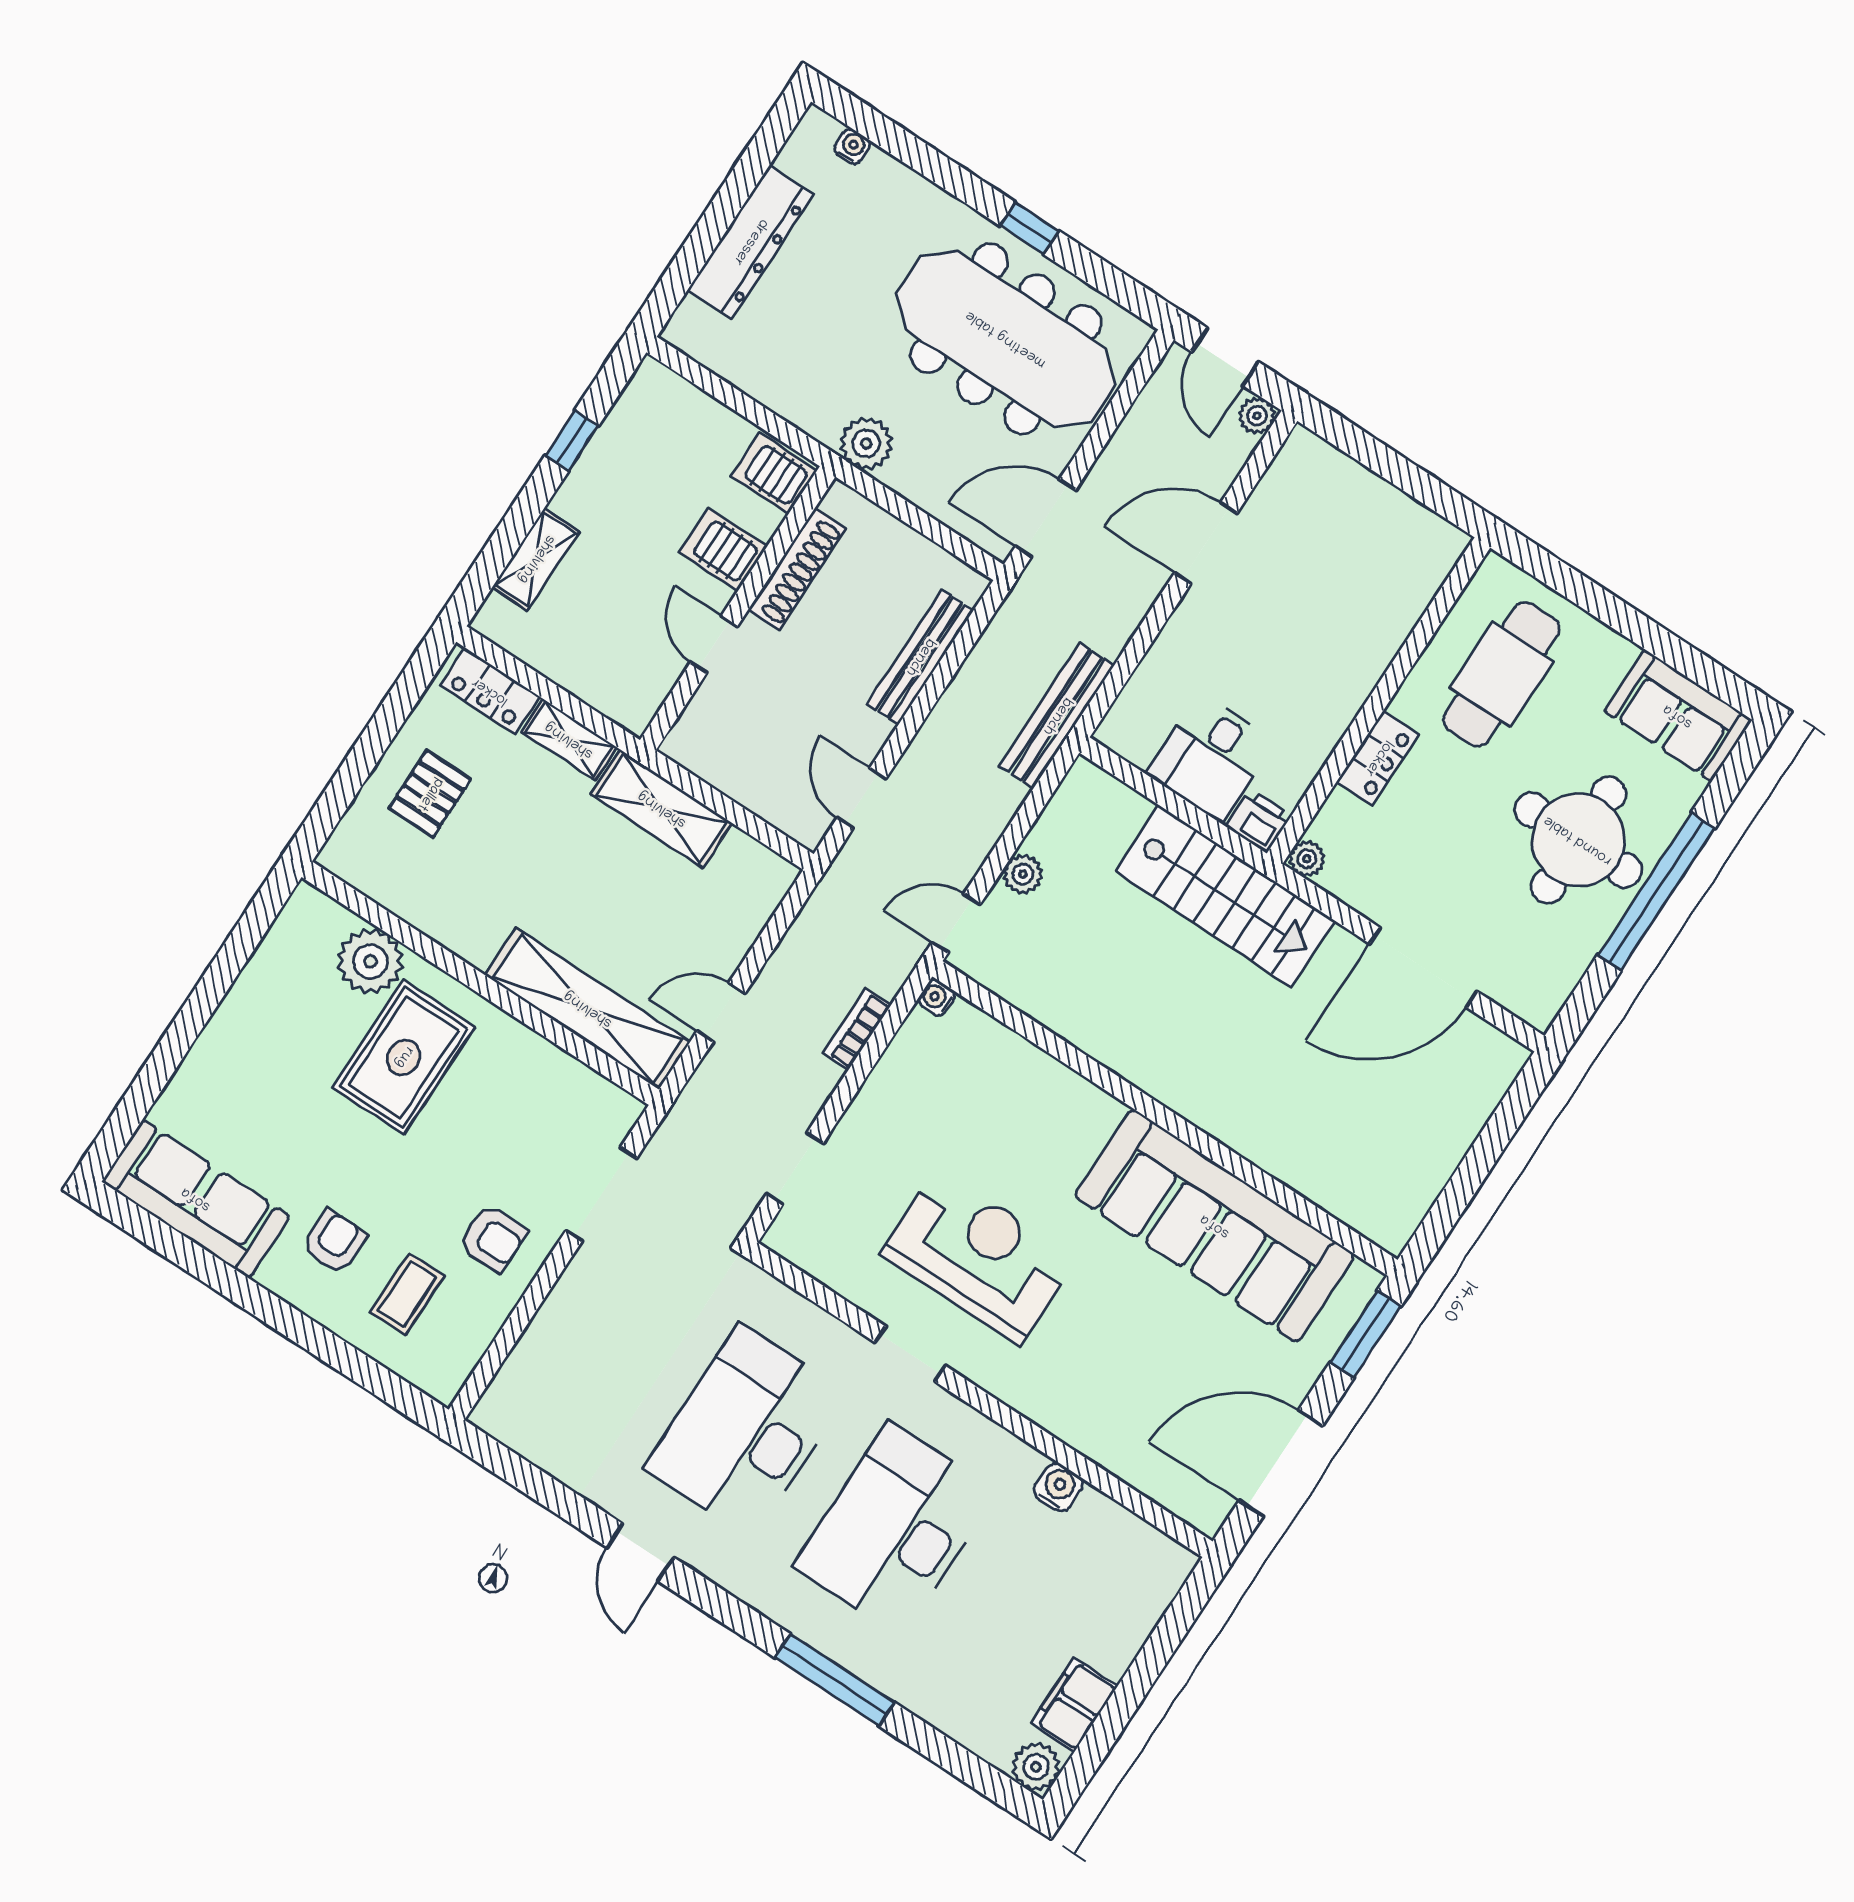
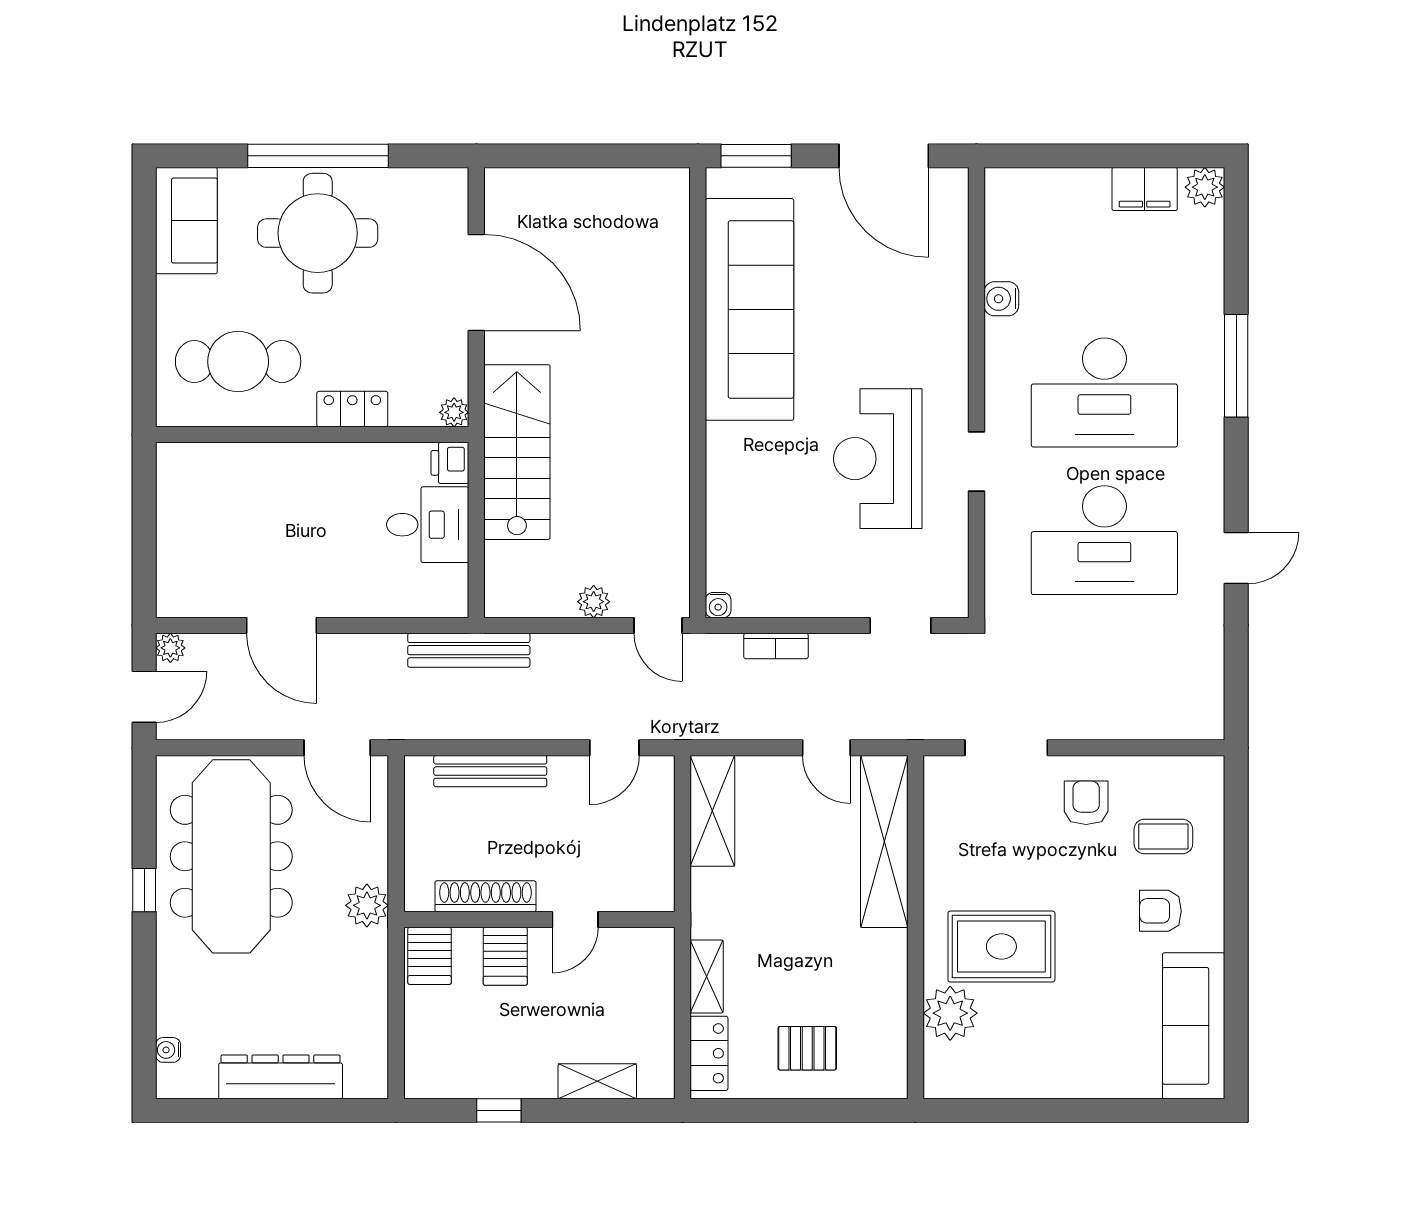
shelving: (662, 809) -> (712, 811), moved

